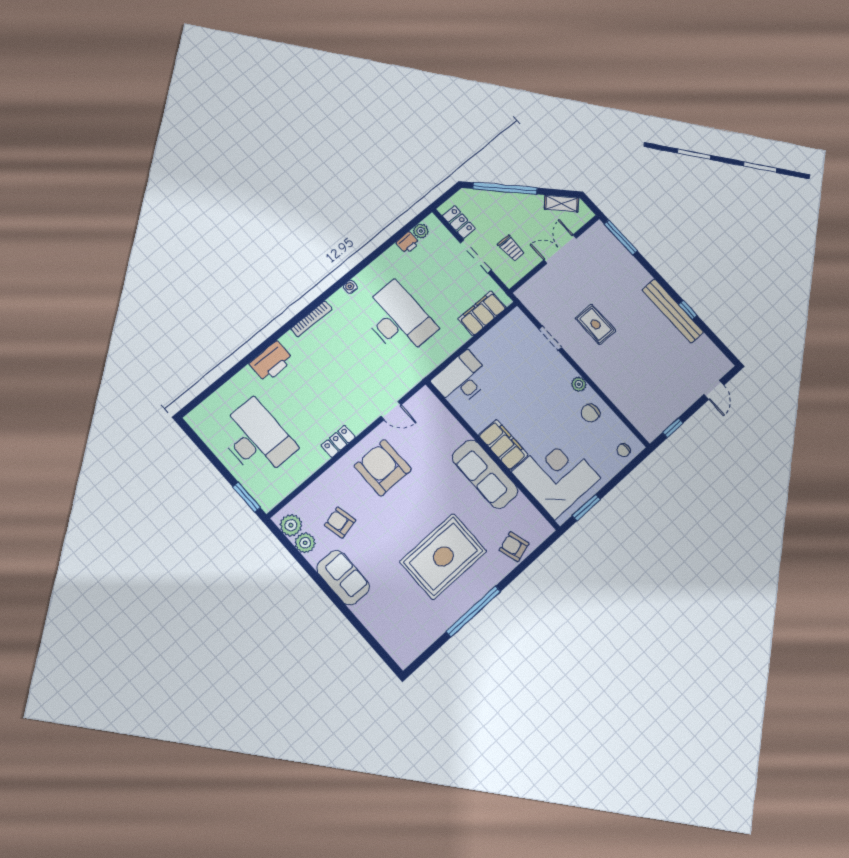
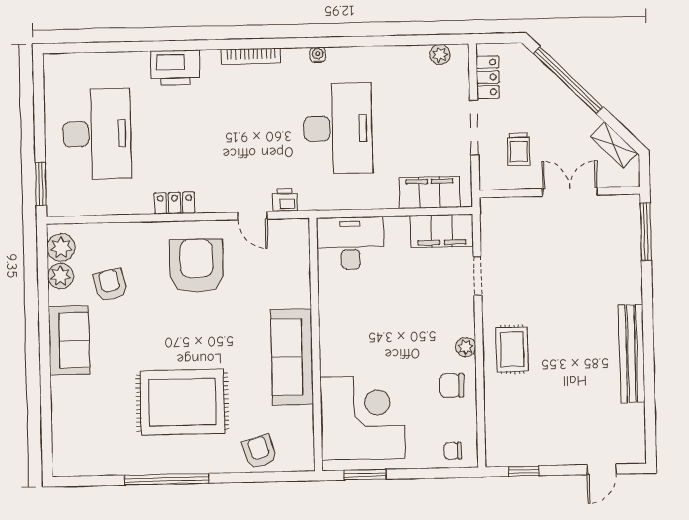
printer: (408, 243) -> (285, 200), moved, turned 180
window: (688, 310) -> (649, 366), removed
rug: (596, 324) -> (512, 349), moved
filing cabinet: (503, 445) -> (442, 231), moved, turned 90

